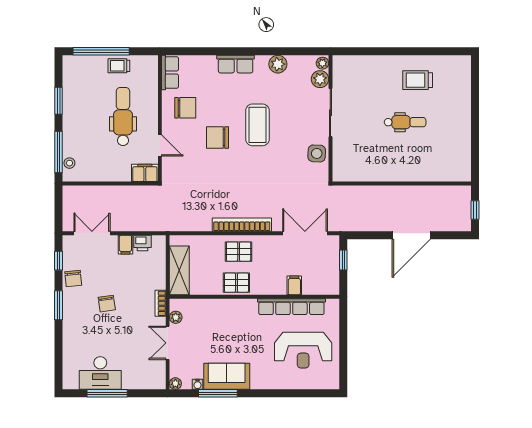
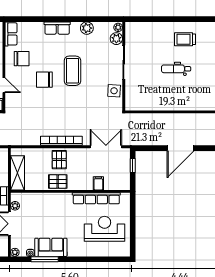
dental chair: (405, 122) -> (176, 69), turned 180
pallet: (239, 252) -> (59, 160), turned 90
reception desk: (303, 350) -> (105, 229), turned 180

